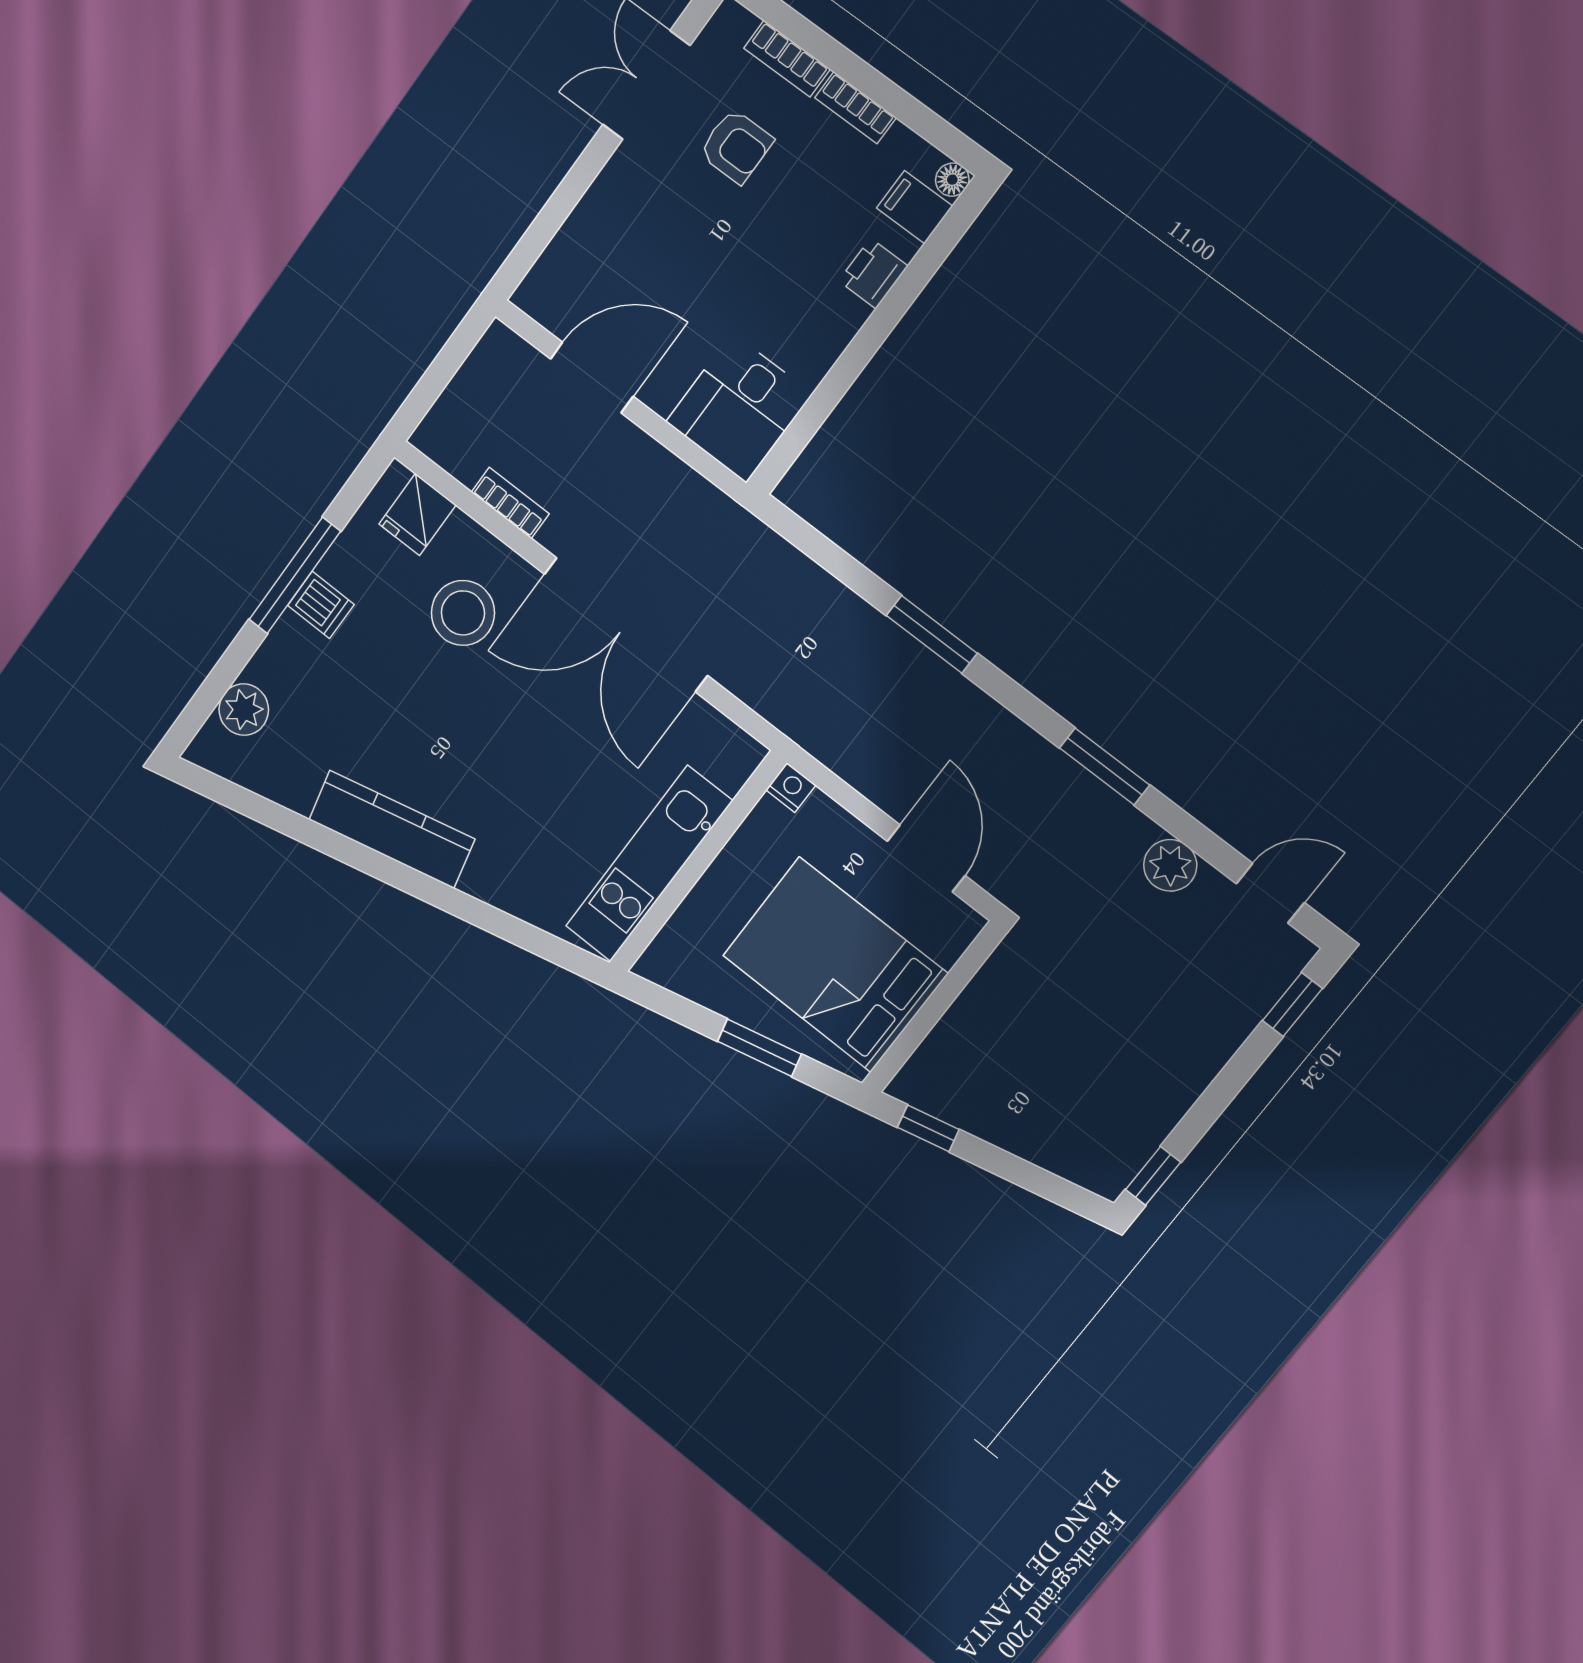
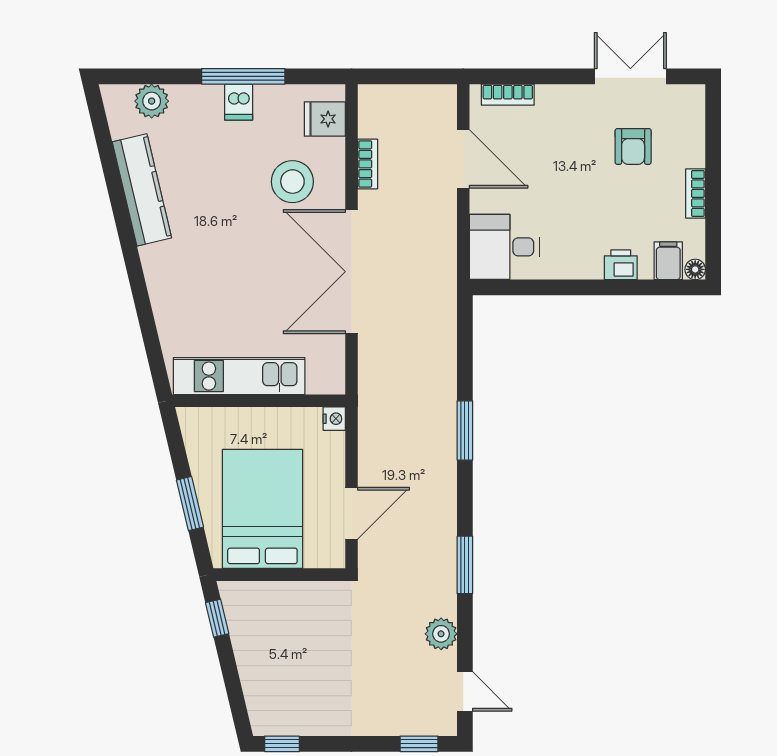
bookcase: (787, 59) -> (508, 95), moved, turned -90
kitchen counter: (392, 829) -> (142, 190), moved

